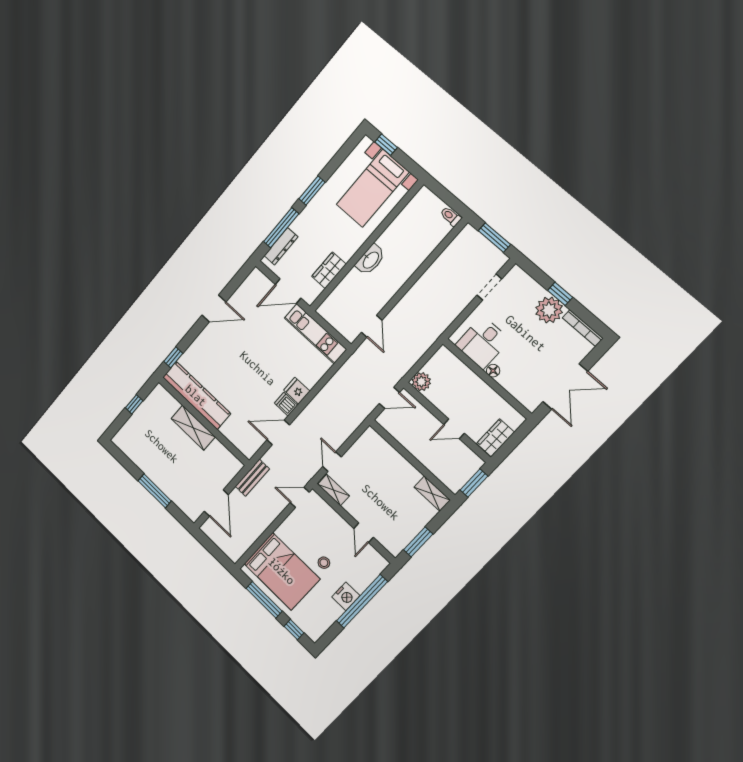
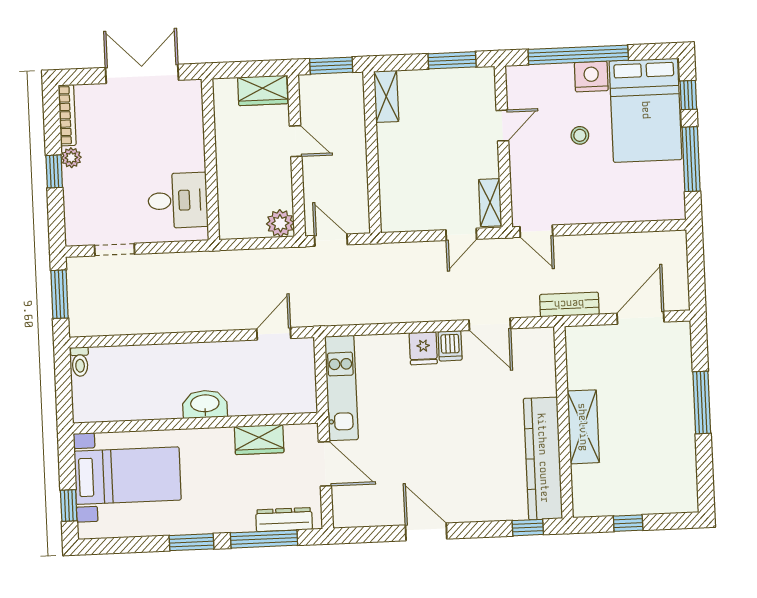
plant: (549, 310) -> (71, 158), width x0.53, depth x0.53
floor lamp: (493, 371) -> (196, 161), removed
bed: (282, 571) -> (646, 110), moved, turned 180

